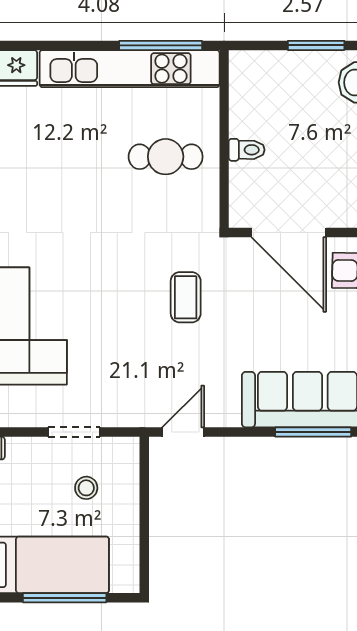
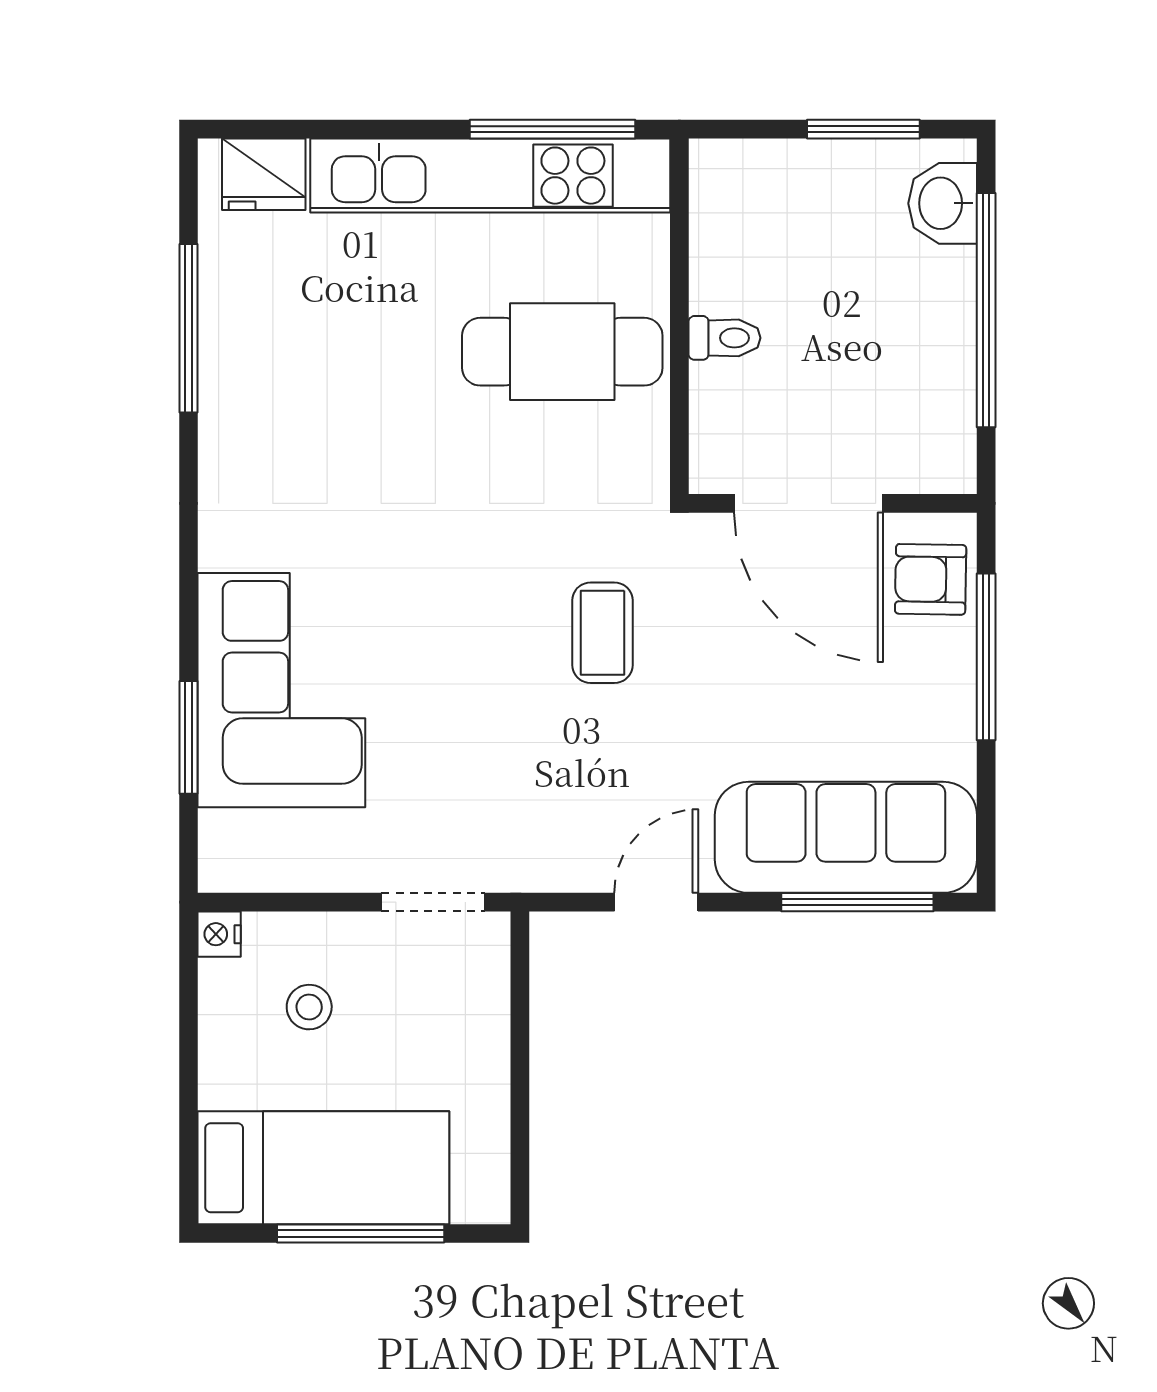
cafe table: (166, 157) -> (562, 352), width x1.37, depth x1.35
doorway: (74, 432) -> (433, 902), moved
door: (183, 432) -> (656, 902), moved
stool: (86, 488) -> (309, 1007), moved

